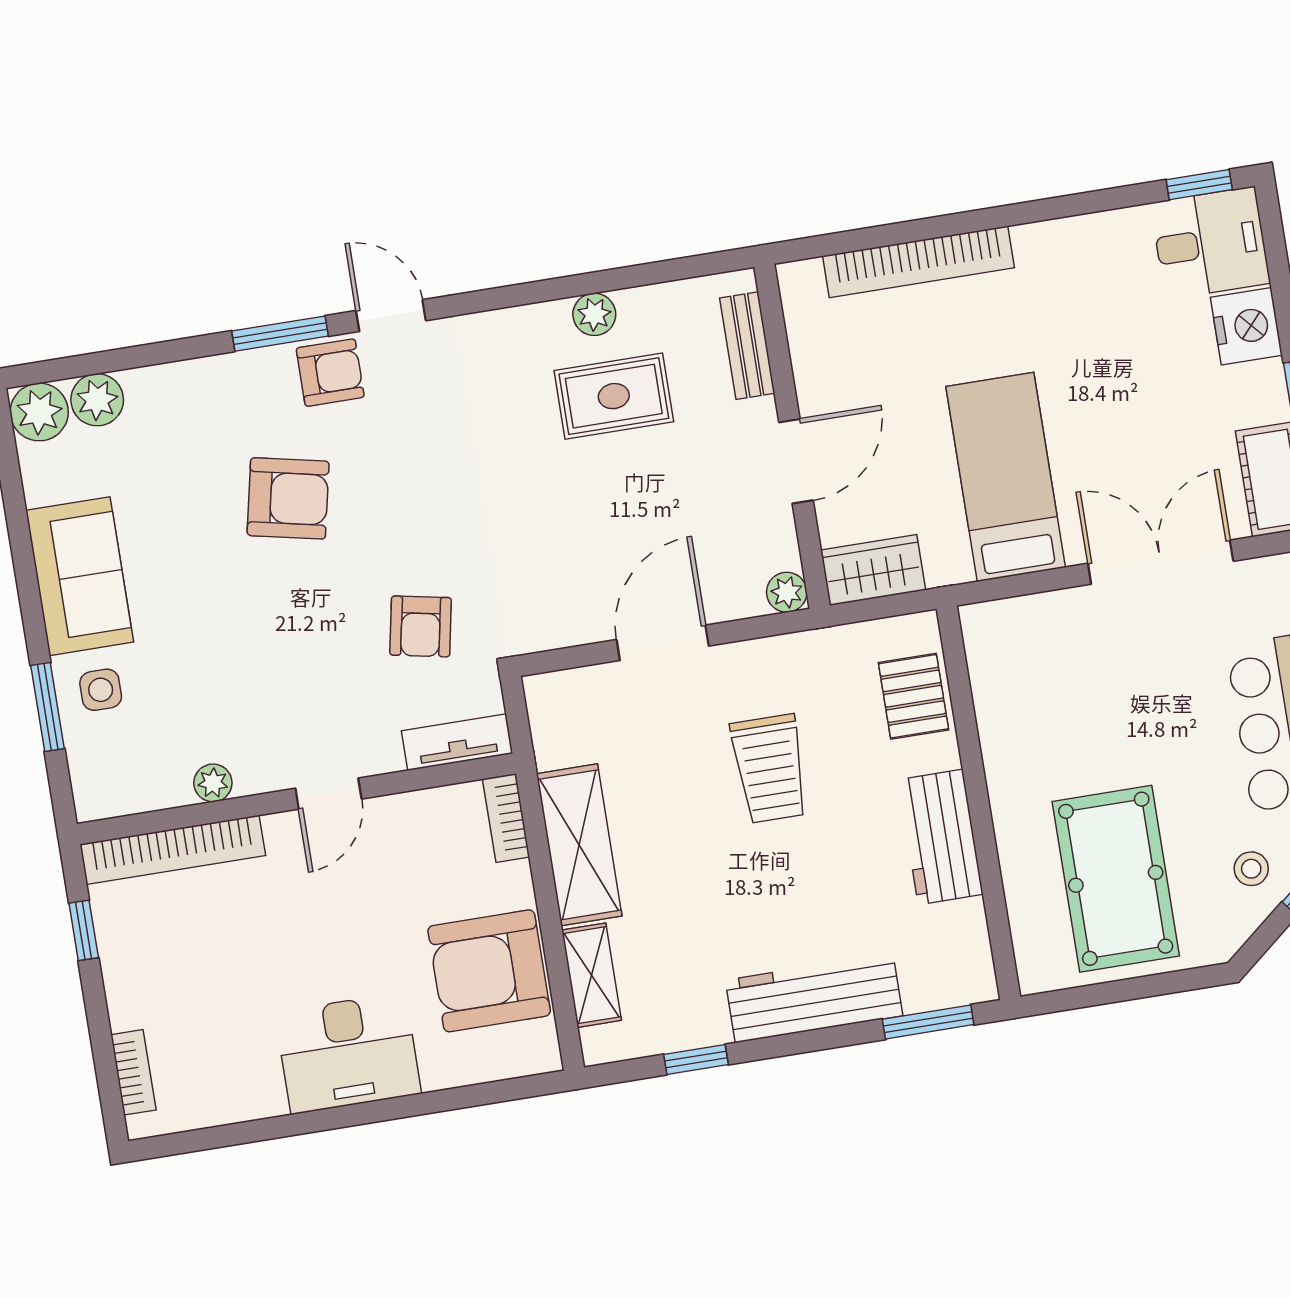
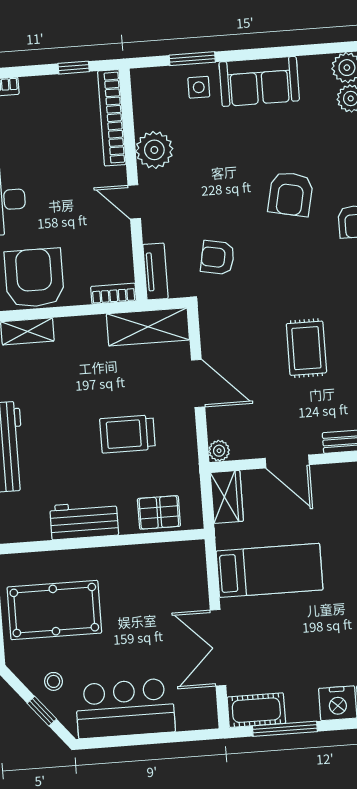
rug: (614, 396) -> (306, 348), moved
double door: (1161, 562) -> (218, 648), swing flipped
plant: (213, 783) -> (154, 150), width x1.88, depth x1.88
shelving: (579, 845) -> (148, 327), moved

